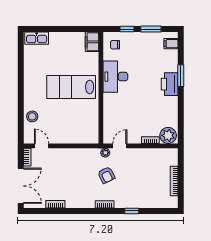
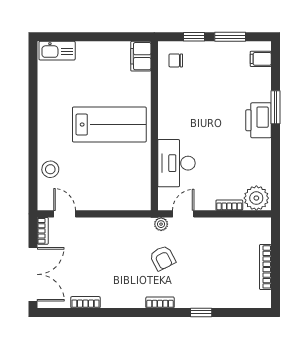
desk: (115, 77) -> (176, 163), moved
lab bench: (71, 87) -> (109, 125), turned 180

